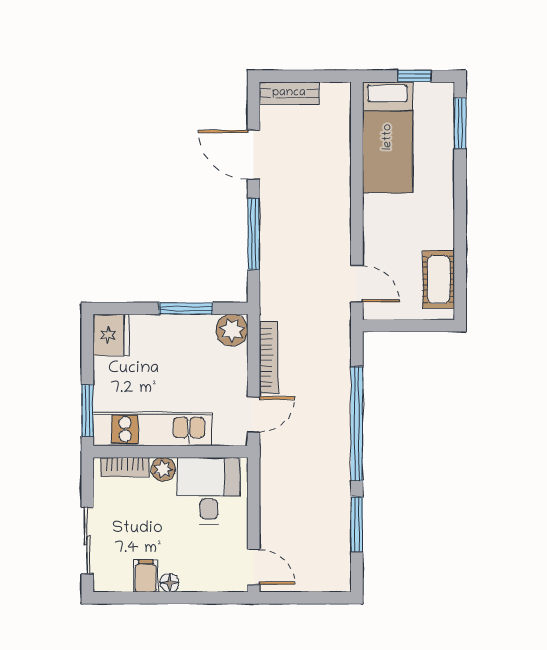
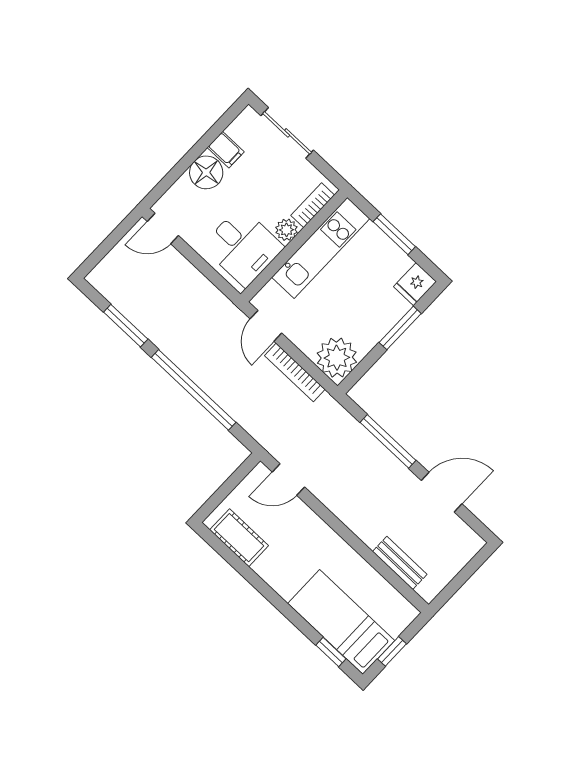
bench: (289, 93) -> (400, 563), moved, turned 90
window: (460, 123) -> (331, 652), width x0.67
bed: (388, 137) -> (341, 622), moved
window: (186, 308) -> (400, 328), moved
plant: (232, 330) -> (337, 358), width x1.36, depth x1.36
fridge: (111, 335) -> (415, 284), width x0.72
window: (87, 411) -> (394, 234), moved
floor lamp: (170, 583) -> (206, 172), width x1.89, depth x1.89

